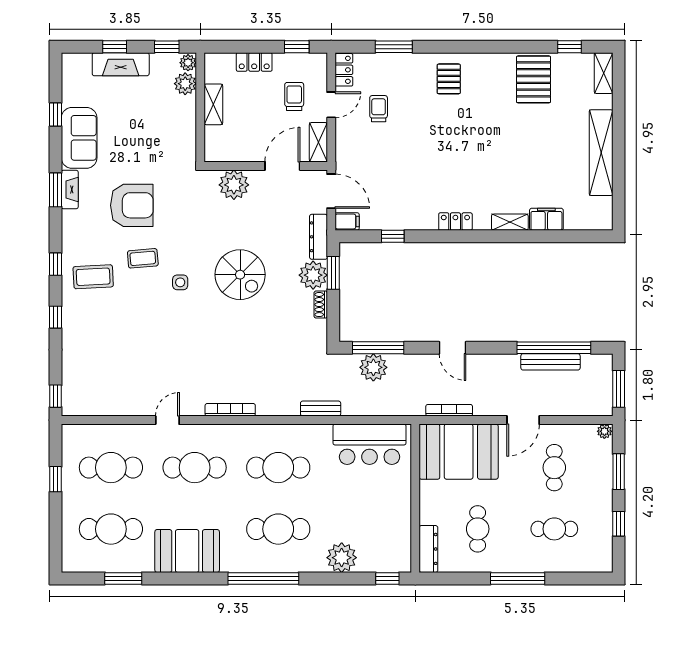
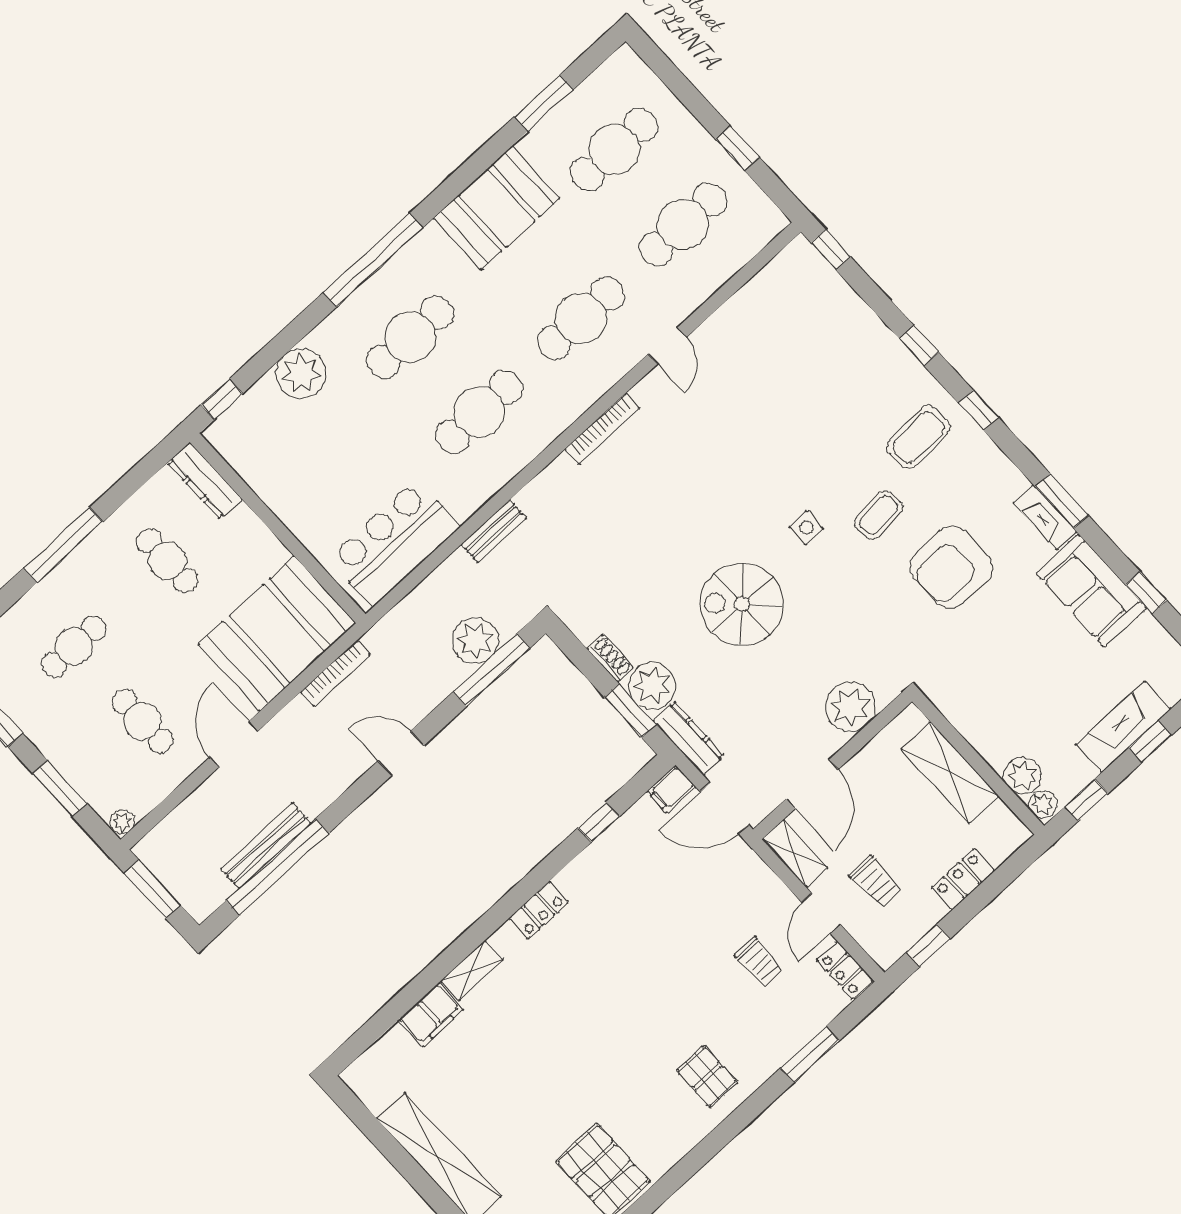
shelving: (213, 104) -> (950, 773), width x1.50, depth x1.33

